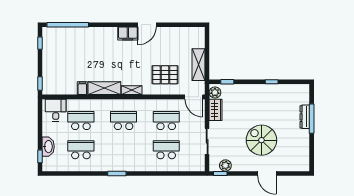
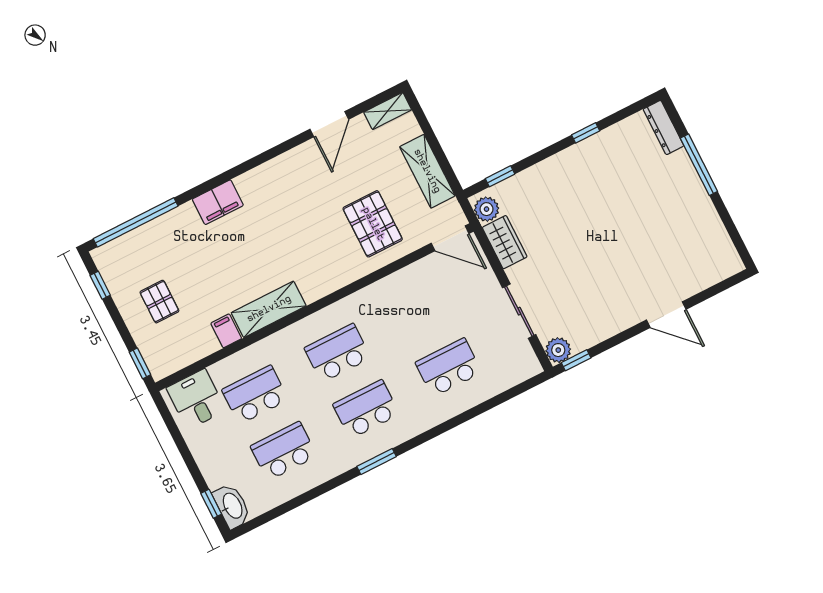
door: (147, 25) -> (329, 124), moved
filing cabinet: (128, 34) -> (218, 202), moved
pallet: (61, 62) -> (159, 302), added
pallet: (165, 75) -> (373, 224), turned 90
shelving: (132, 90) -> (388, 111), moved
dresser: (305, 117) -> (663, 128), moved
school desk: (166, 121) -> (366, 409), moved
spiral stairs: (261, 140) -> (623, 256), removed
washbasin: (48, 147) -> (232, 506), moved
plant: (225, 165) -> (558, 350), moved

